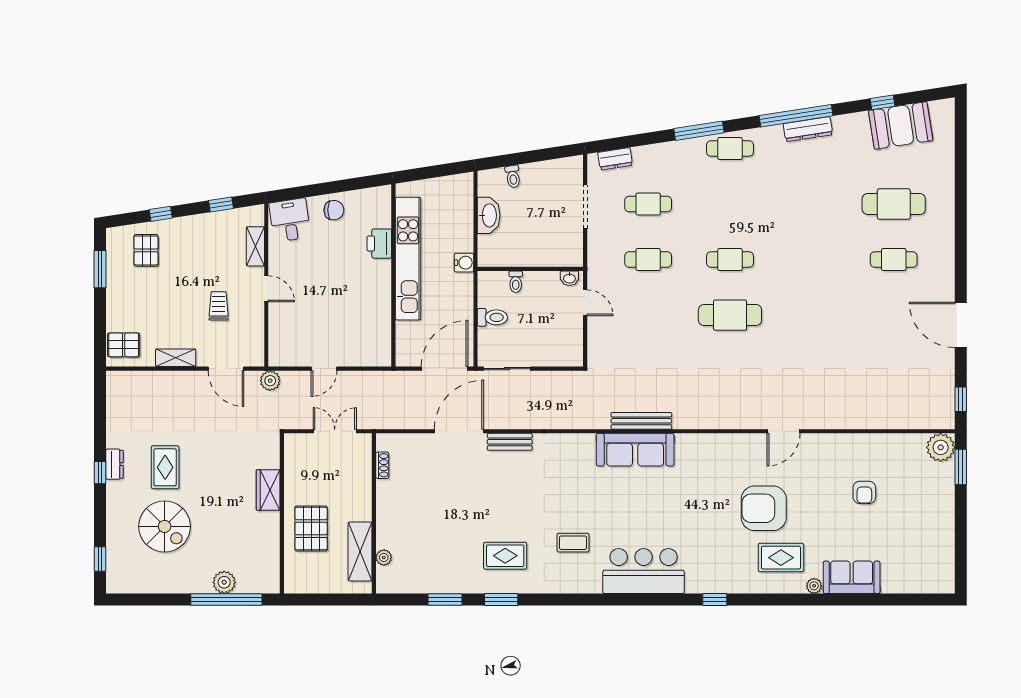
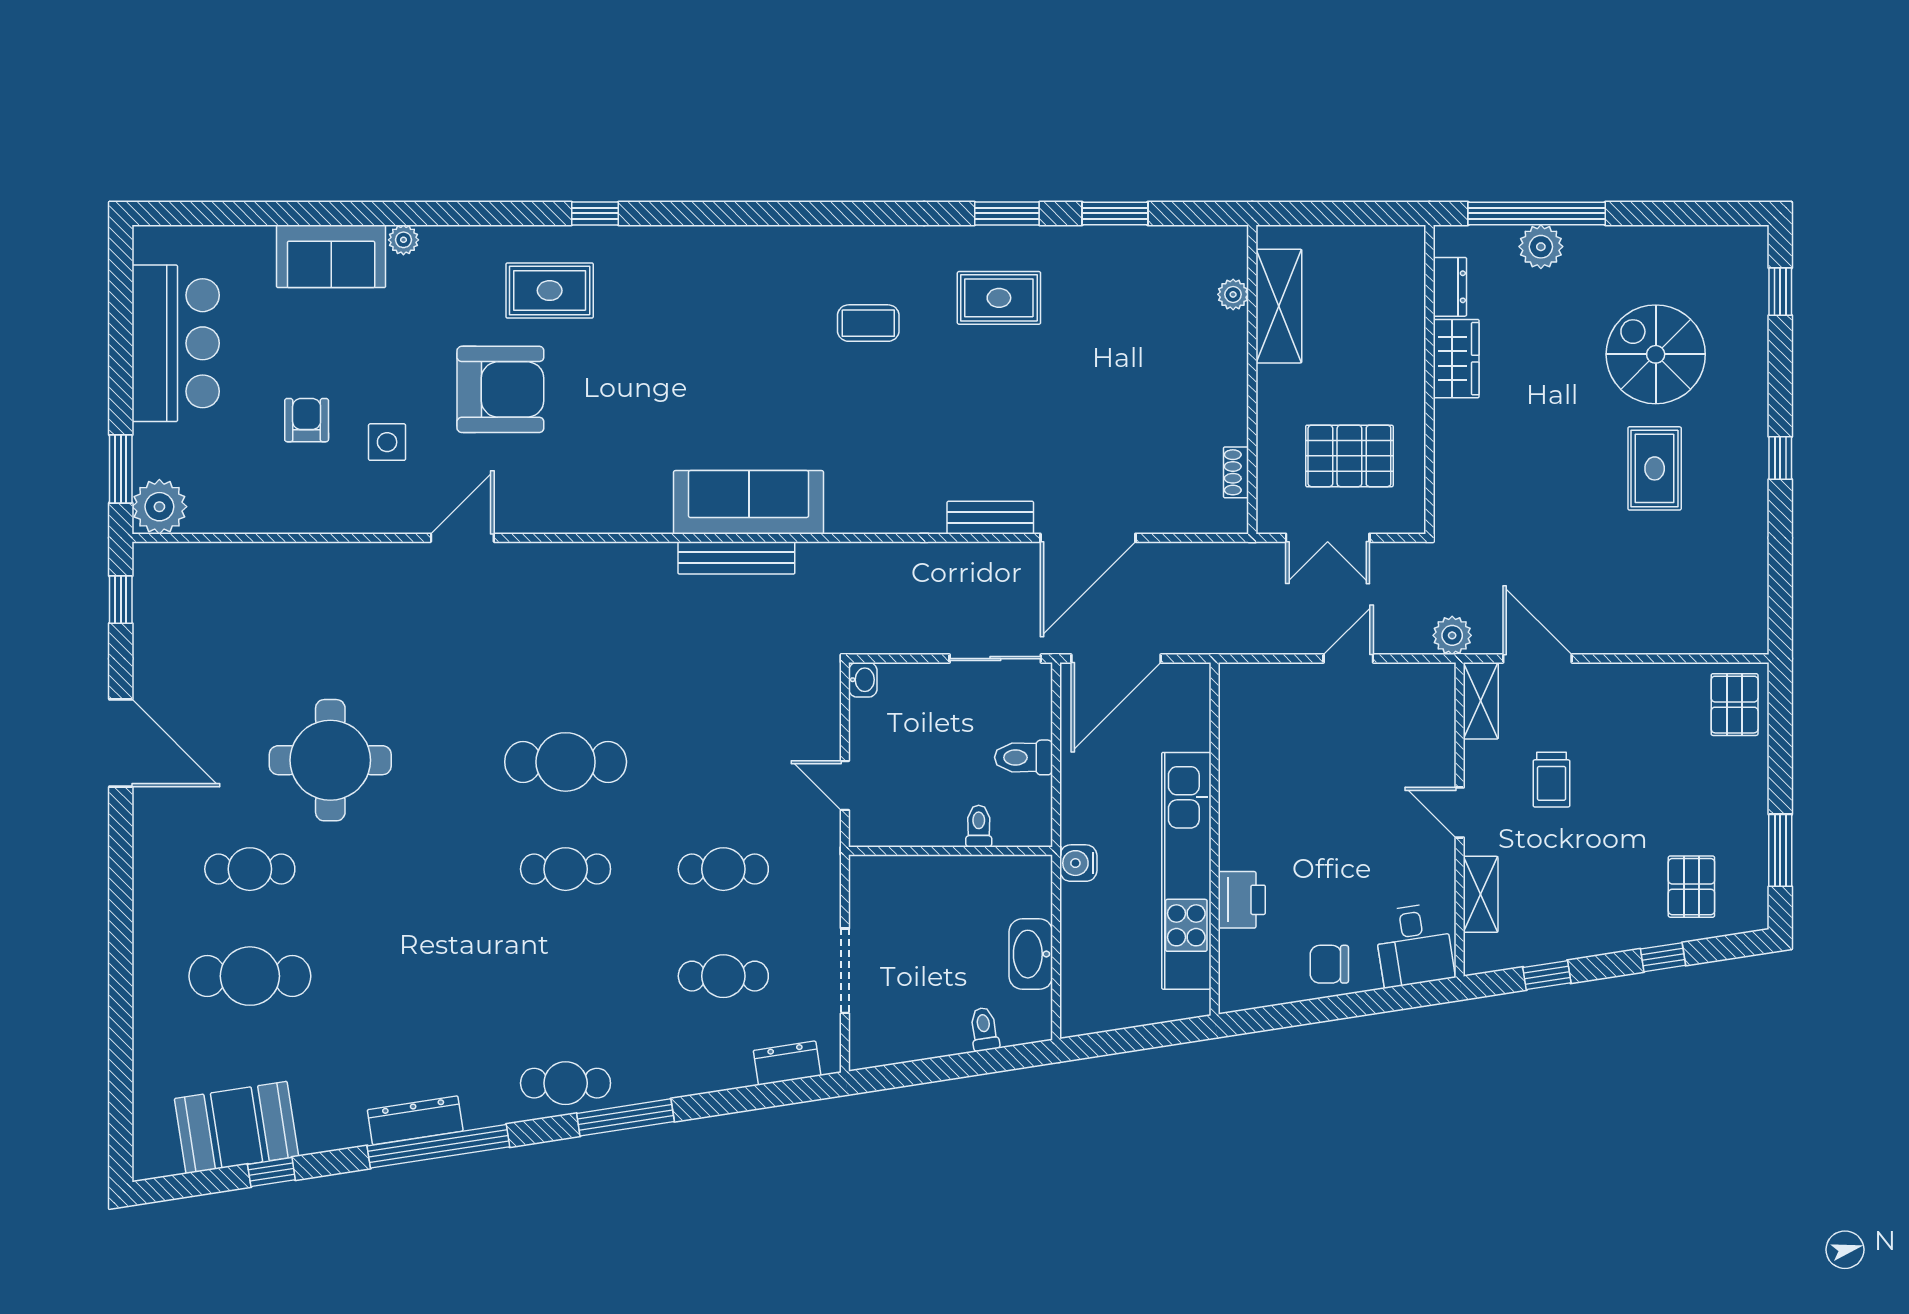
washbasin: (569, 278) -> (863, 680), moved, turned 90
round table: (852, 316) -> (330, 760), added
pallet: (124, 345) -> (1735, 705), turned 90
shelving: (176, 358) -> (1481, 701), moved, turned 90
dresser: (114, 464) -> (1450, 287), moved, turned 180
side table: (823, 481) -> (387, 442), added
wardrobe: (268, 490) -> (1456, 359), moved
pallet: (311, 529) -> (1349, 456), moved, turned 90
rug: (781, 558) -> (550, 291), moved
bar counter: (644, 571) -> (176, 343), moved, turned -90

